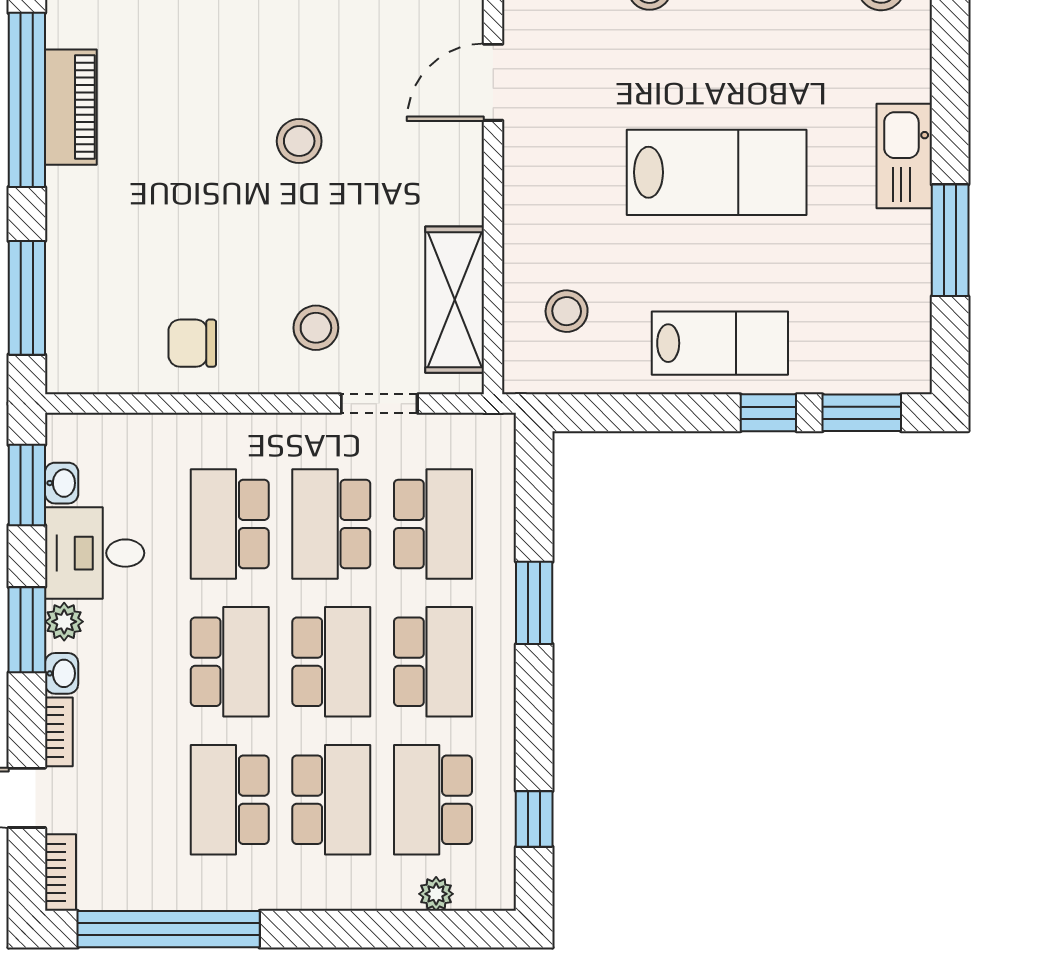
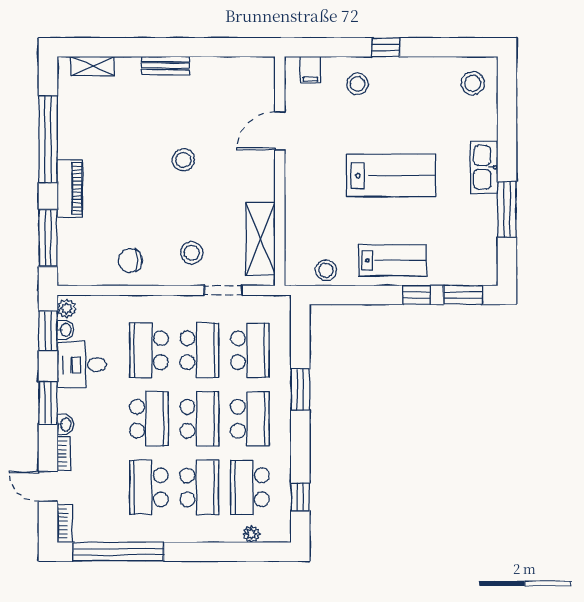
piano: (71, 107) -> (70, 188), moved
stool: (567, 311) -> (326, 270), moved
school desk: (331, 524) -> (199, 350), turned 180
plant: (64, 622) -> (67, 308), moved

